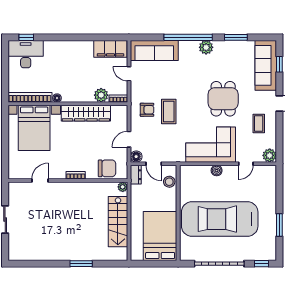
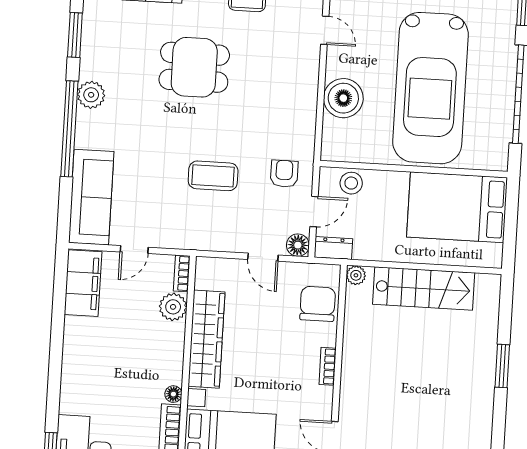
armchair: (147, 110) -> (284, 174), moved
corner sofa: (211, 145) -> (283, 97), removed
boiler: (217, 171) -> (343, 98), width x1.86, depth x1.86

